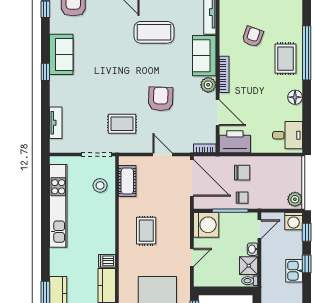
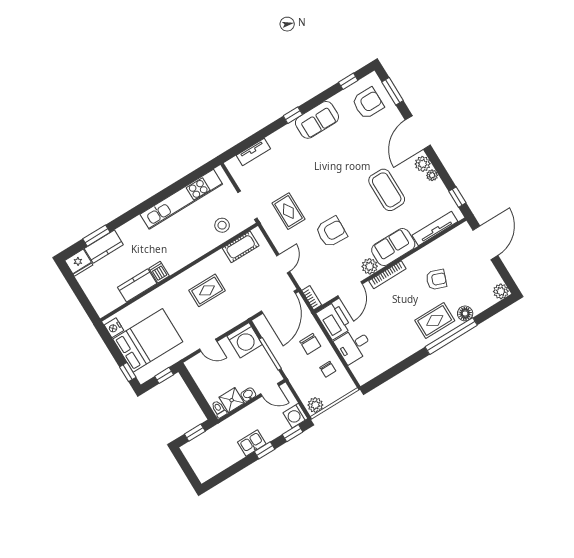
floor lamp: (295, 97) -> (465, 313), moved
desk: (288, 135) -> (353, 346), moved, turned 90
chair: (242, 198) -> (328, 369), moved

